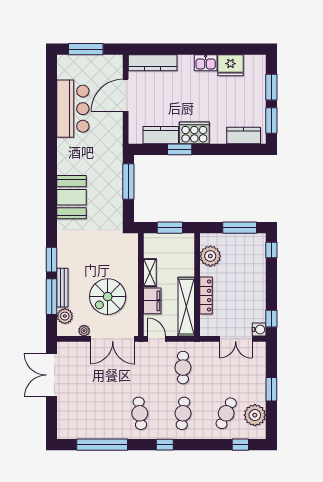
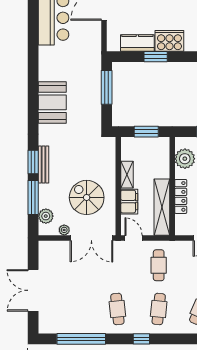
bench: (62, 288) -> (43, 164), moved
spiral stairs: (108, 297) -> (87, 197), turned 90
double door: (52, 375) -> (33, 290), moved

